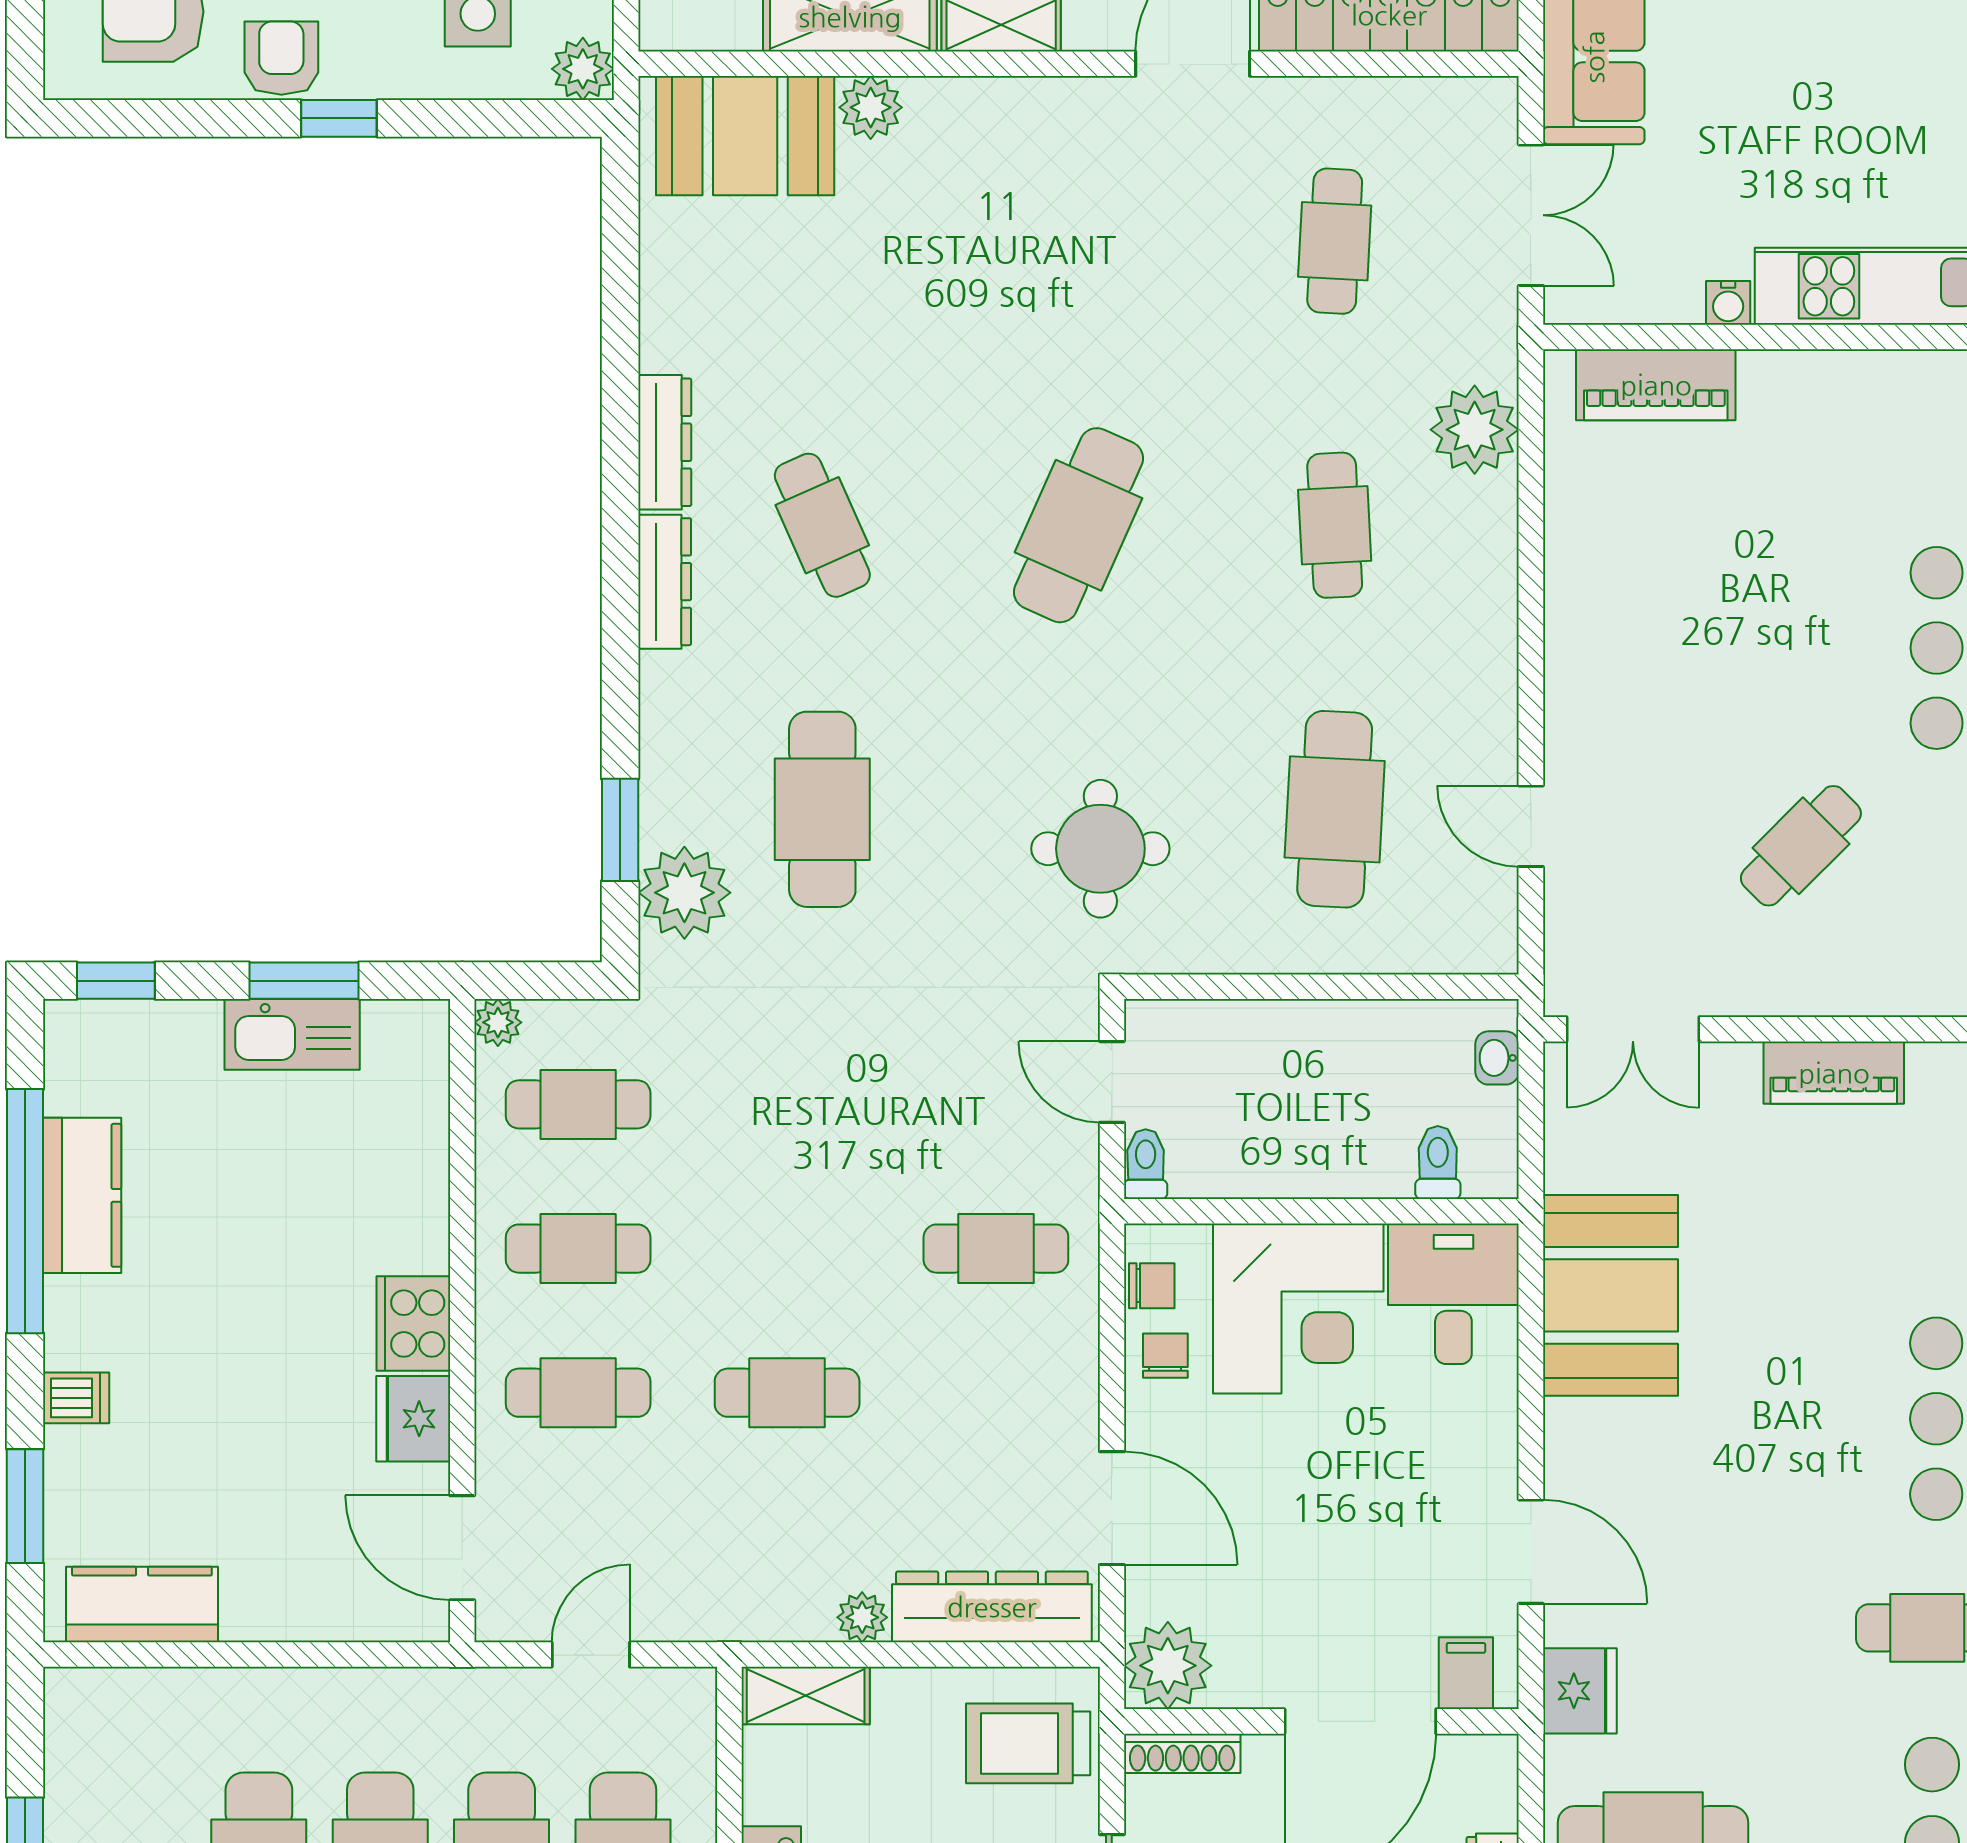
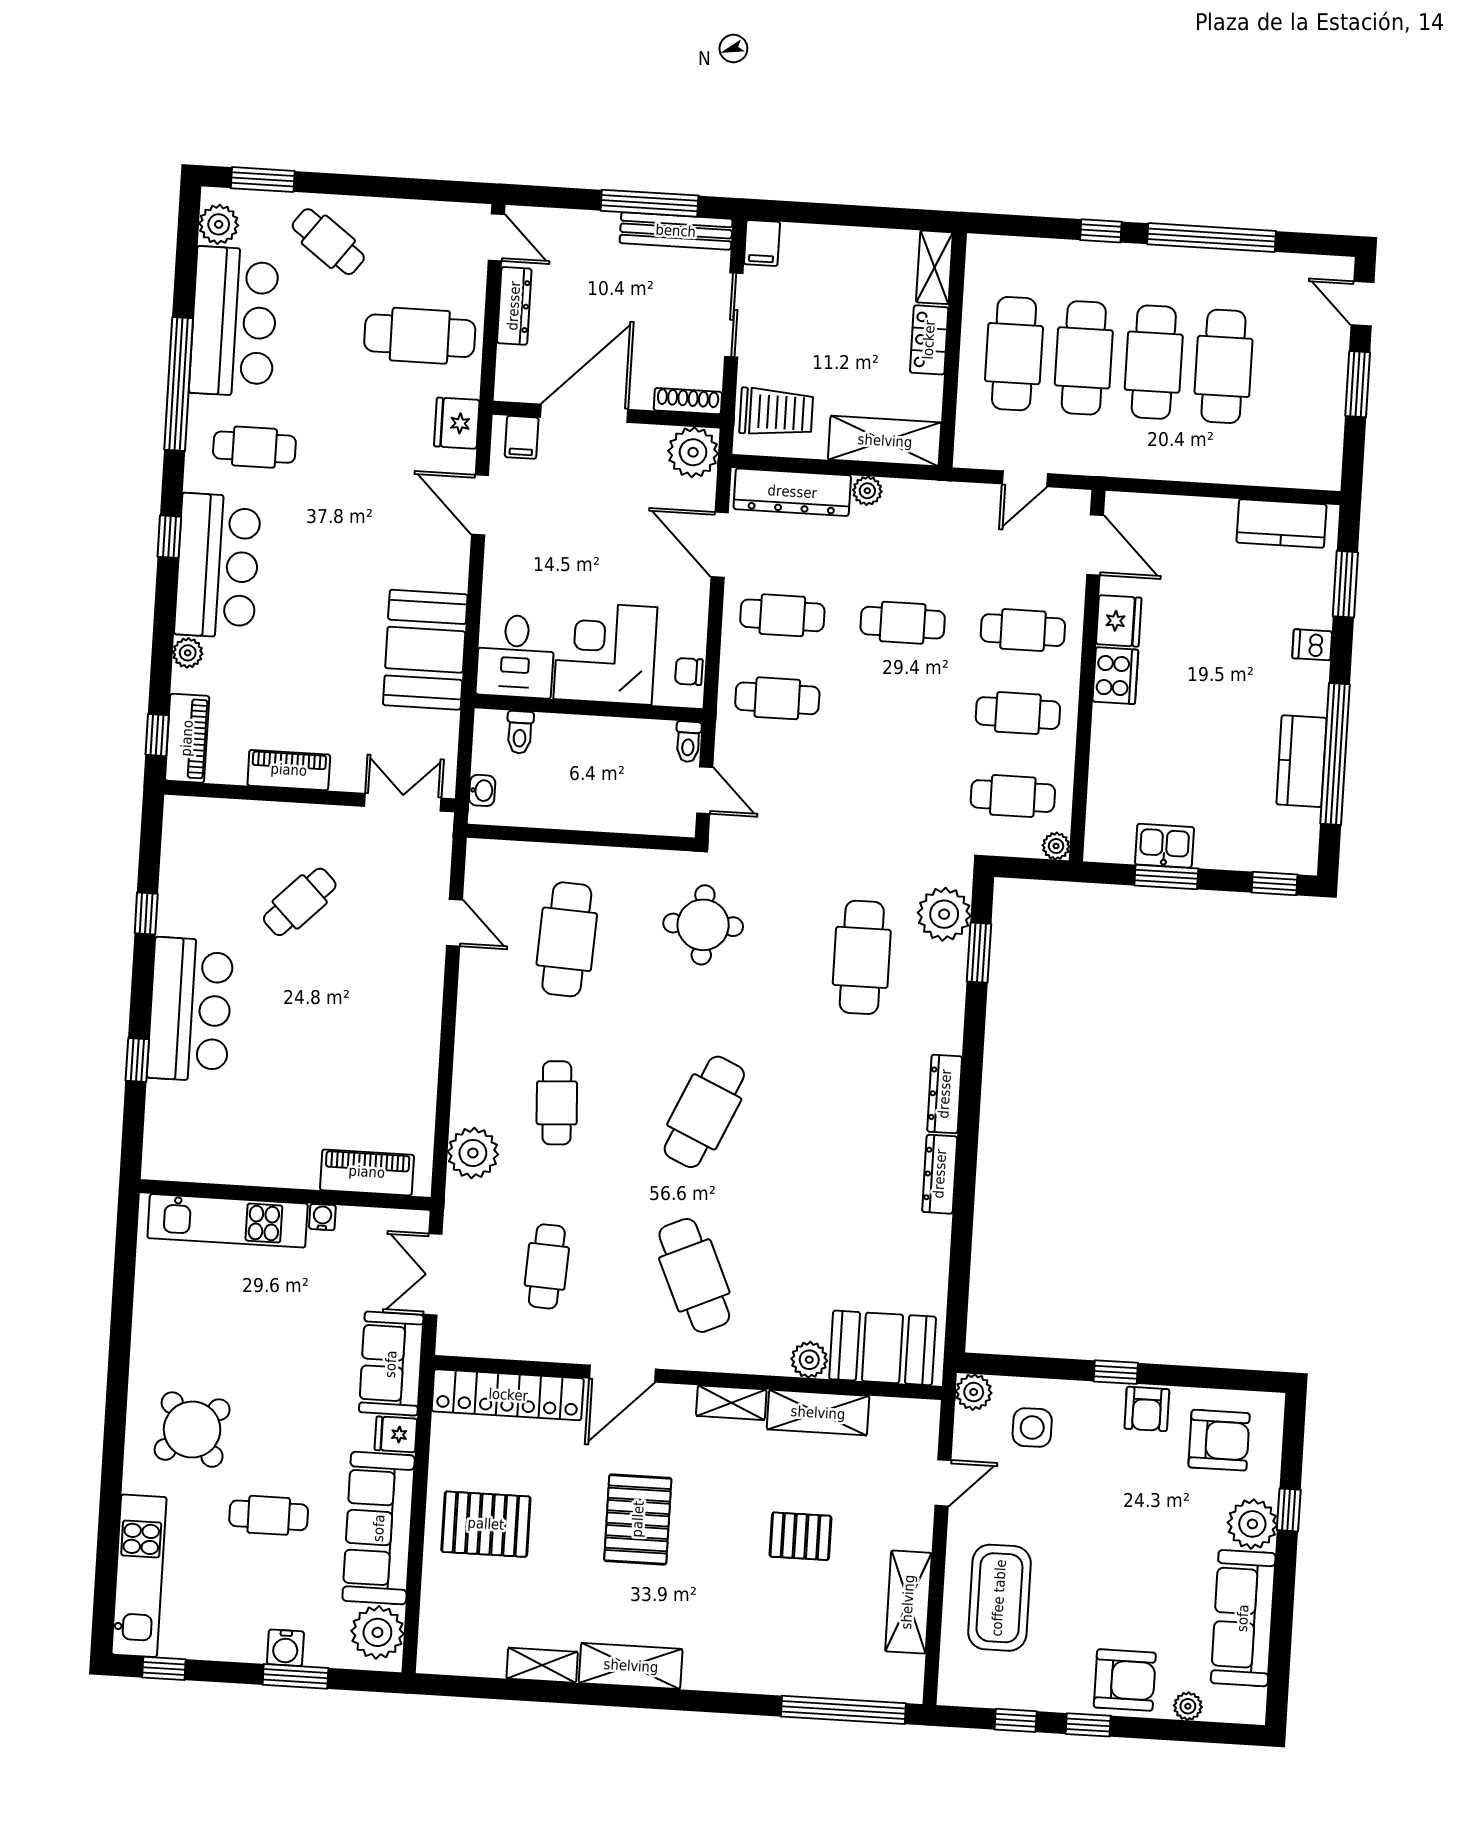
cafe table: (822, 525) -> (694, 1275), moved, width x1.37, depth x1.35
kitchen sink: (292, 1034) -> (1164, 846), width x0.73
chair: (1165, 1356) -> (683, 631), removed
cafe table: (996, 1393) -> (782, 615), added
shelving: (806, 1696) -> (885, 441), width x1.50, depth x1.33

